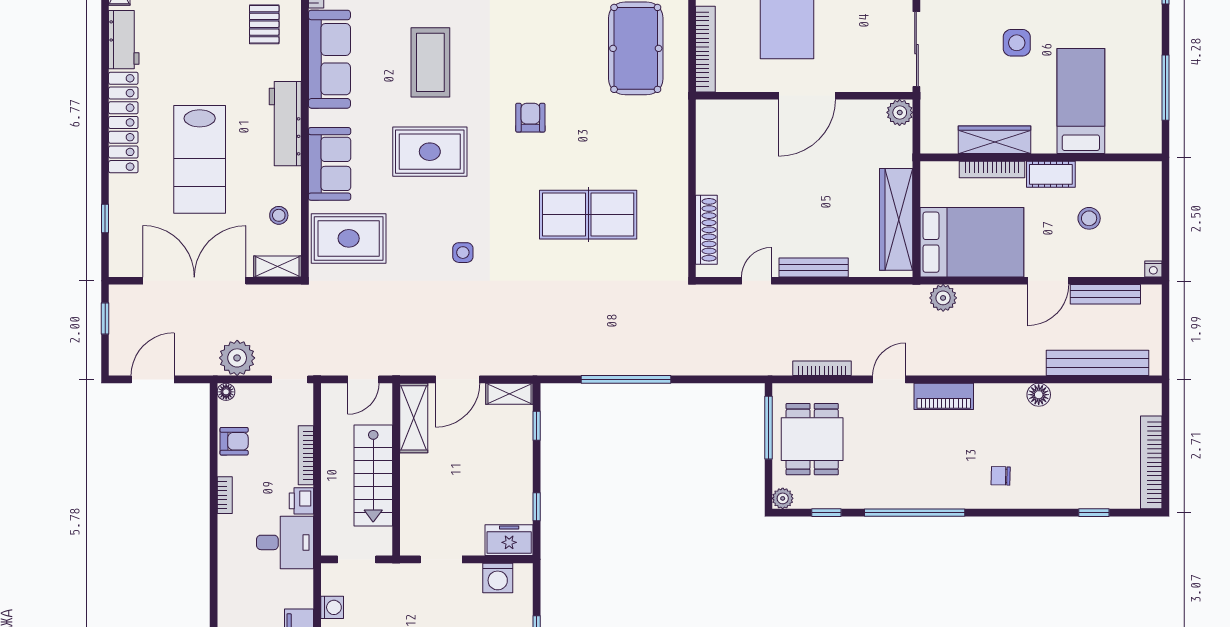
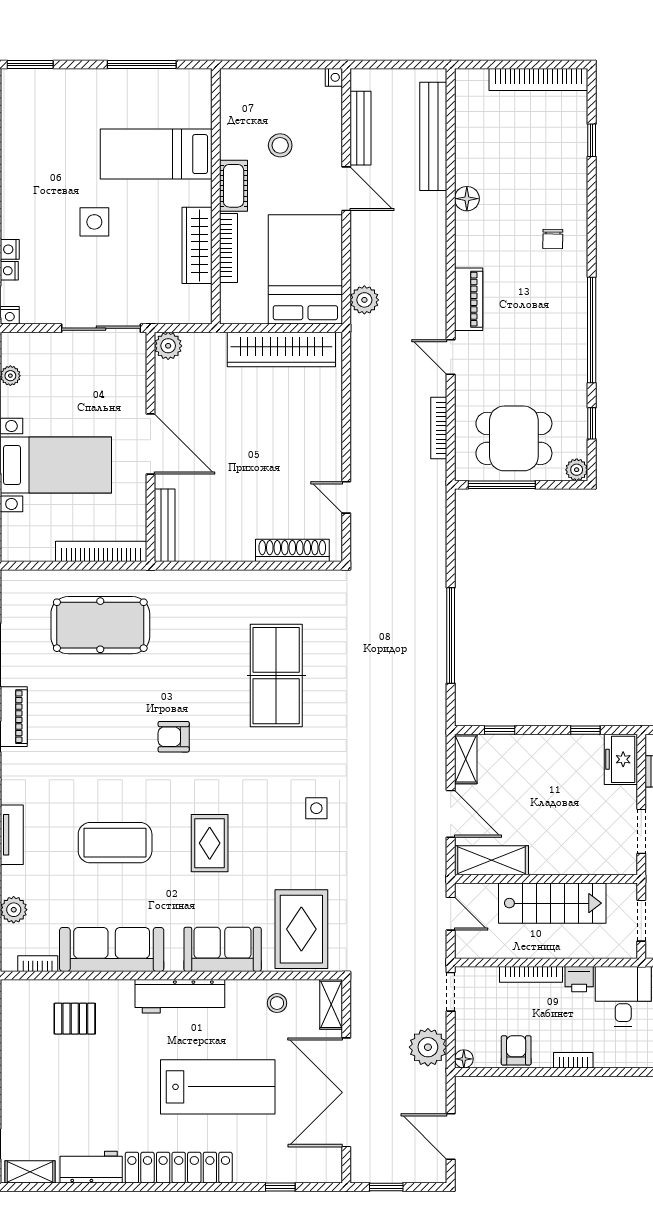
rug: (430, 152) -> (210, 843), width x0.73, depth x0.70
bench: (814, 267) -> (165, 525), moved

